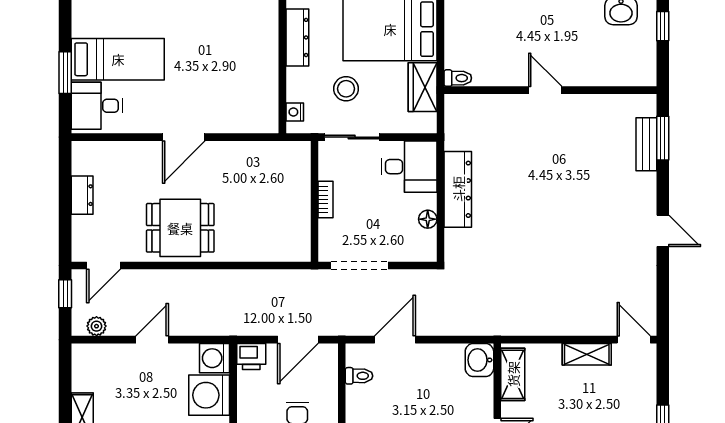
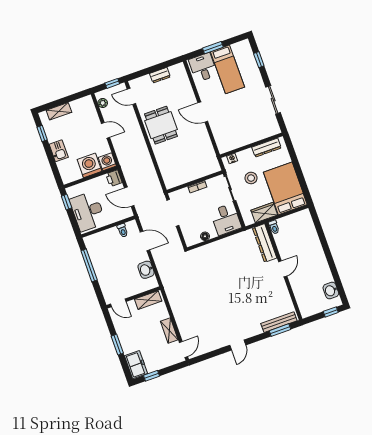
bench: (646, 144) -> (279, 322), width x1.36
dresser: (458, 189) -> (265, 243), moved, turned 90
washbasin: (479, 360) -> (146, 270), moved, turned -90

